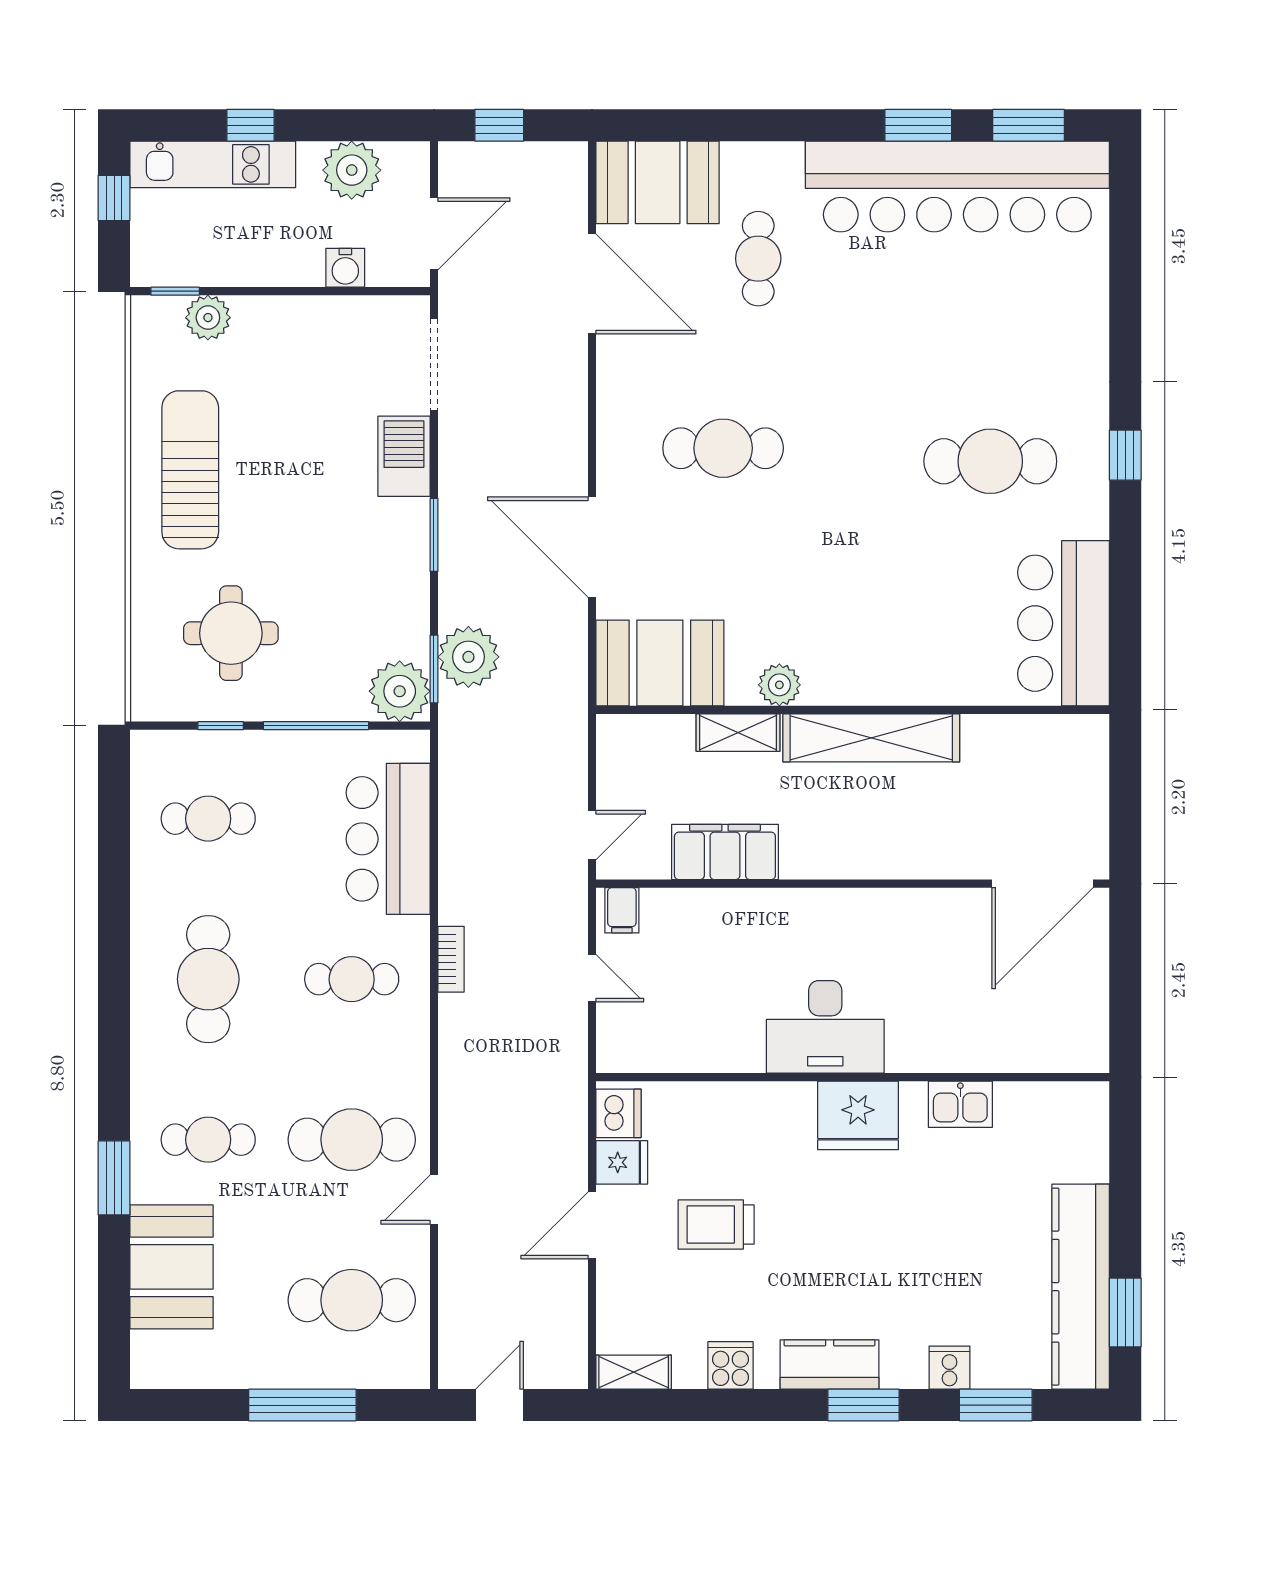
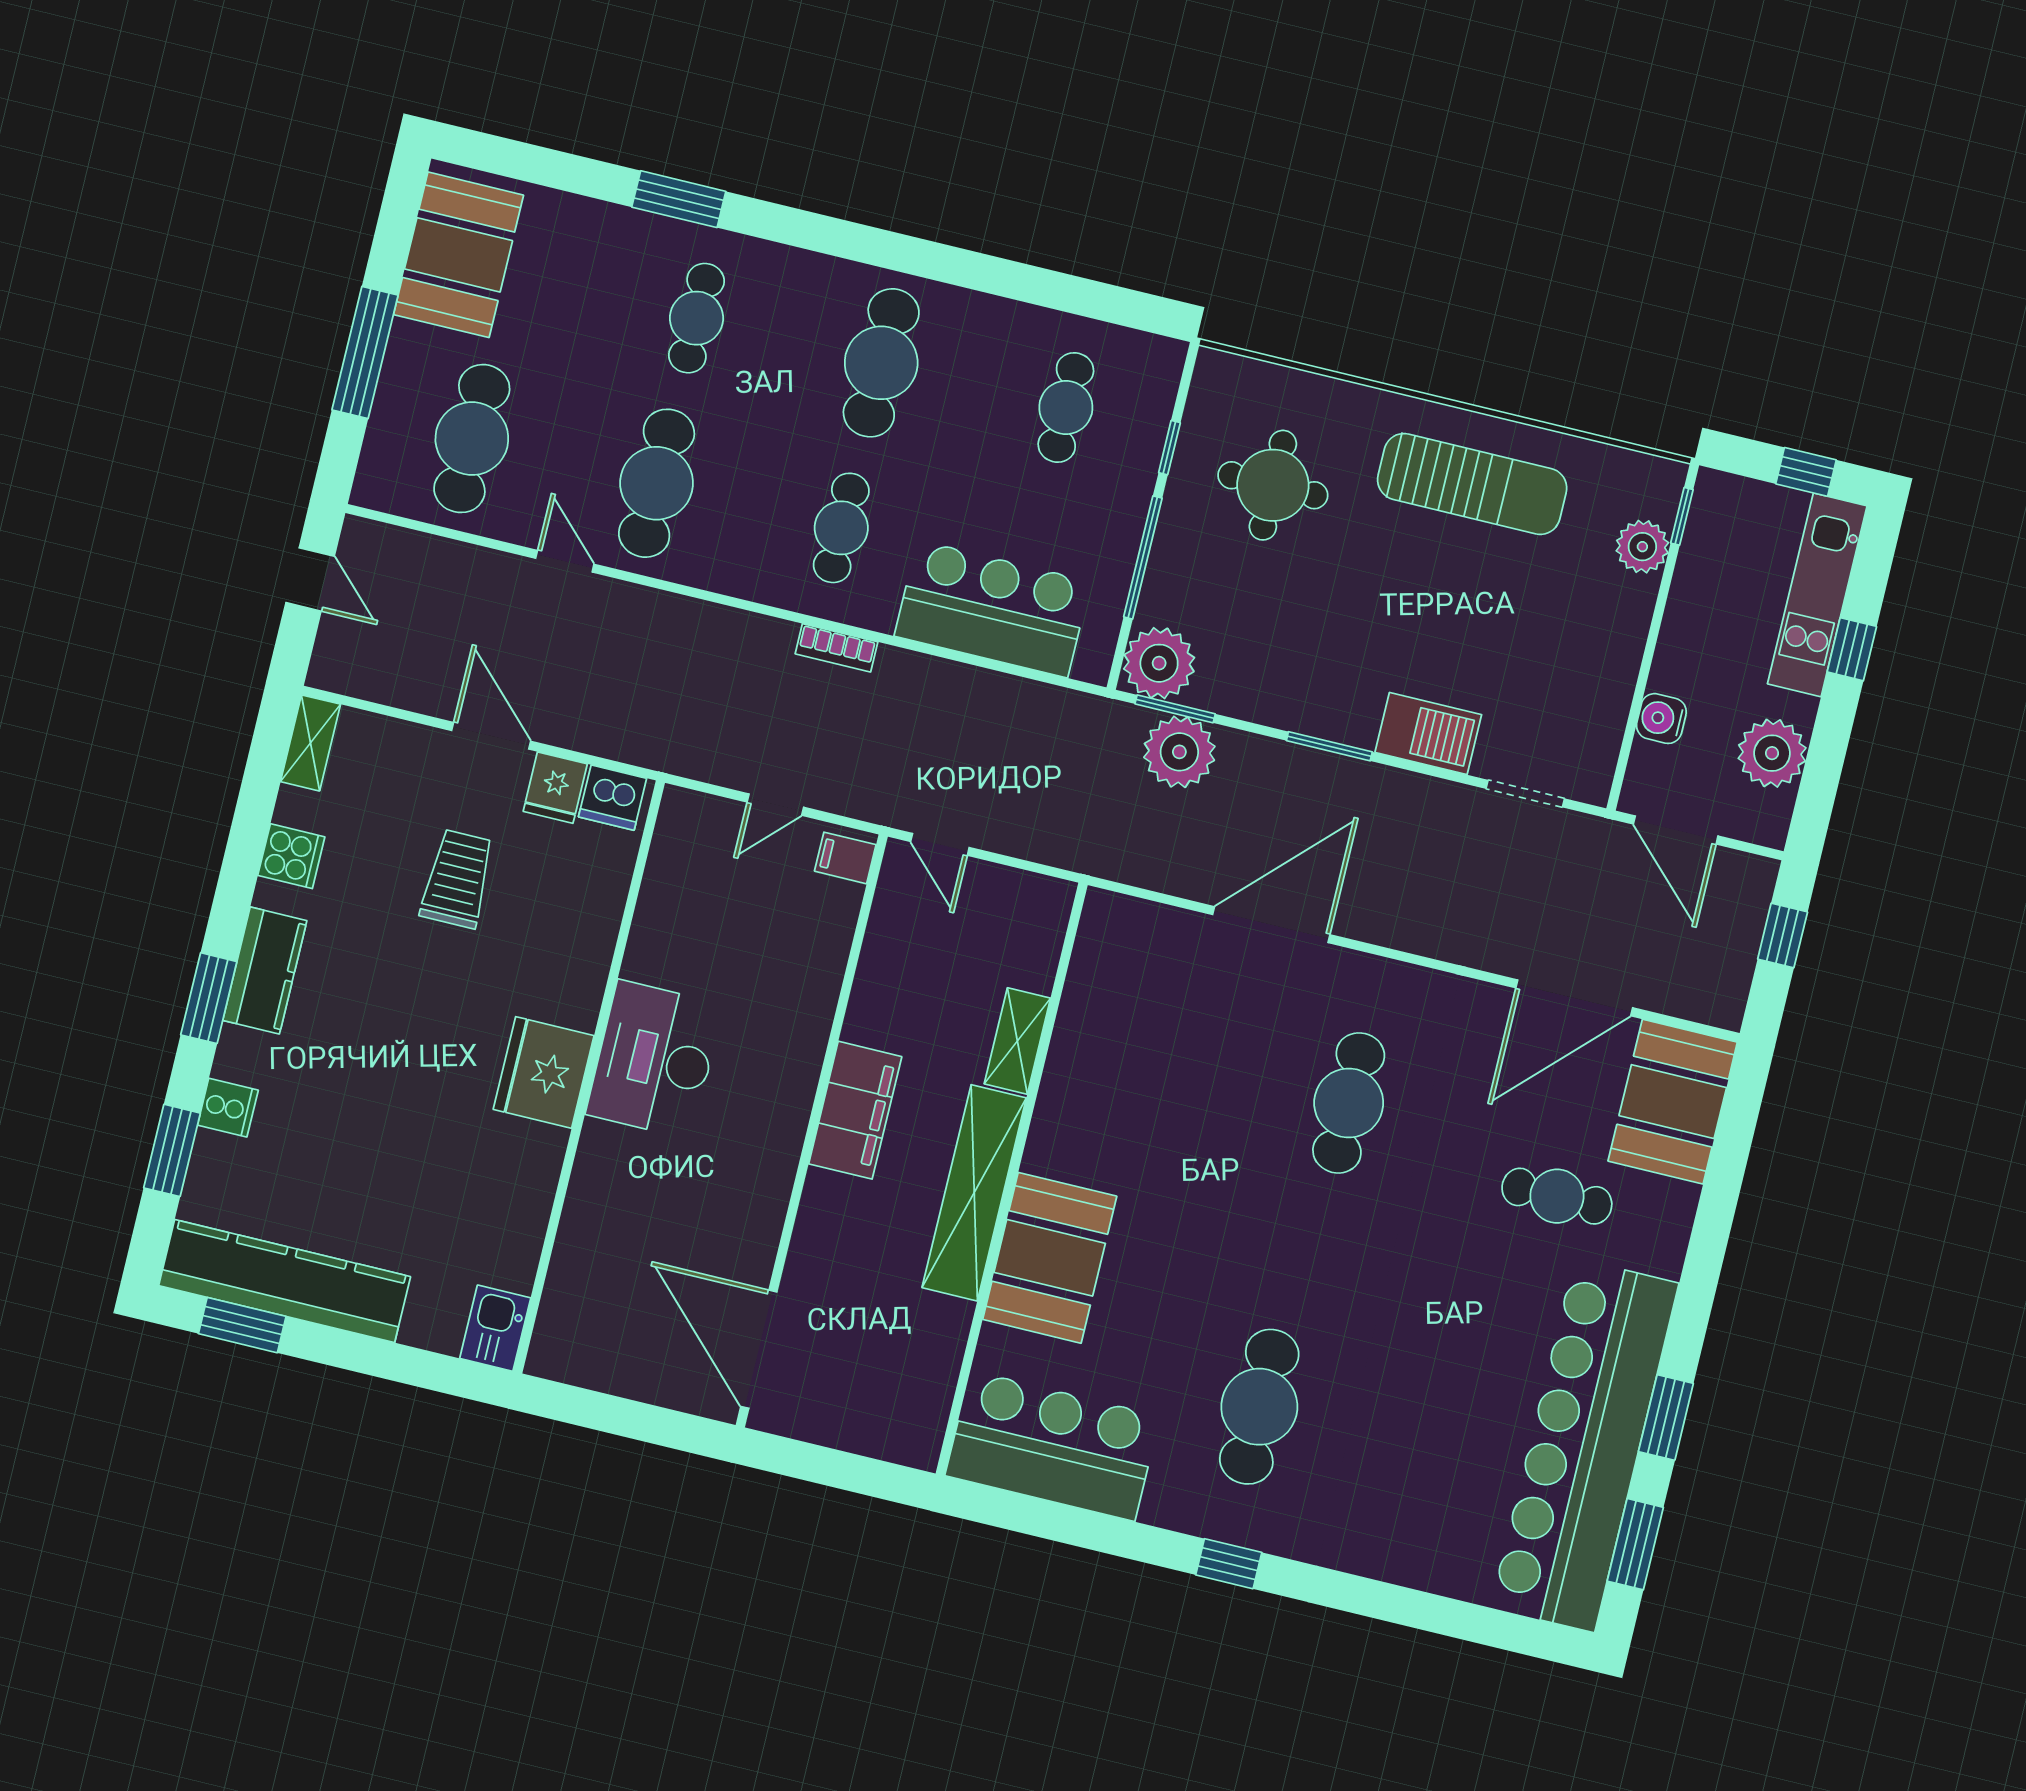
doorway: (434, 365) -> (1525, 794), width x0.73
booth: (660, 663) -> (1050, 1258), moved
plant: (779, 685) -> (1061, 1102), removed
filing cabinet: (725, 852) -> (855, 1110), moved
cafe table: (208, 979) -> (881, 363), turned 90
kitchen sink: (960, 1104) -> (495, 1328), moved
booth: (171, 1267) -> (459, 255), moved, turned 90

